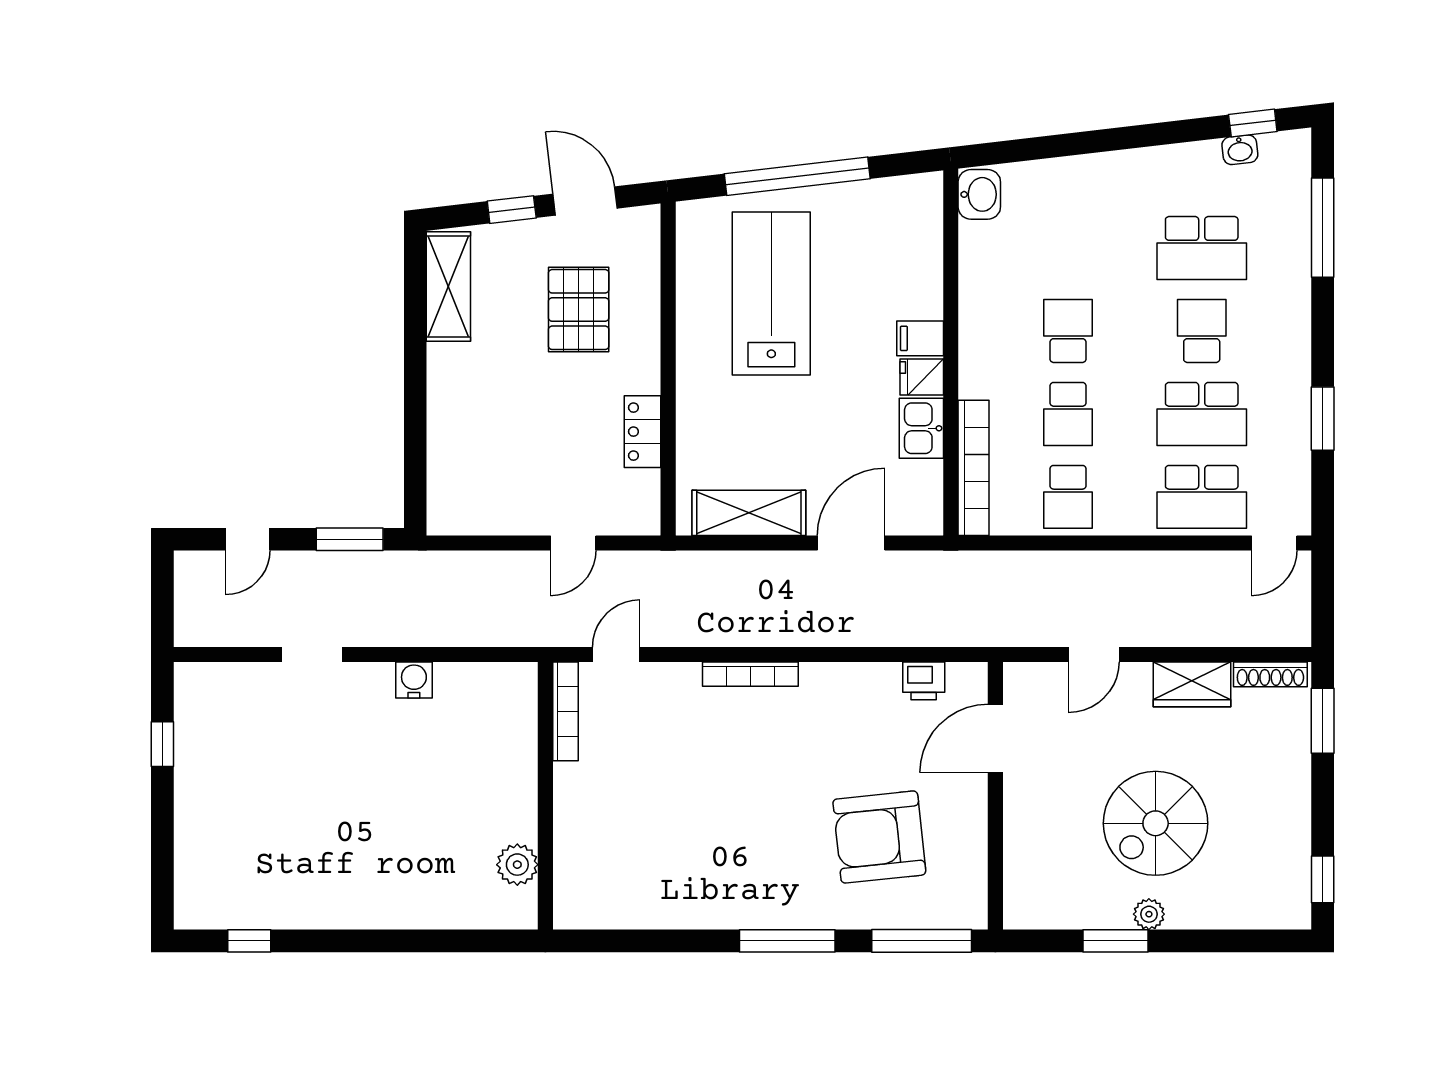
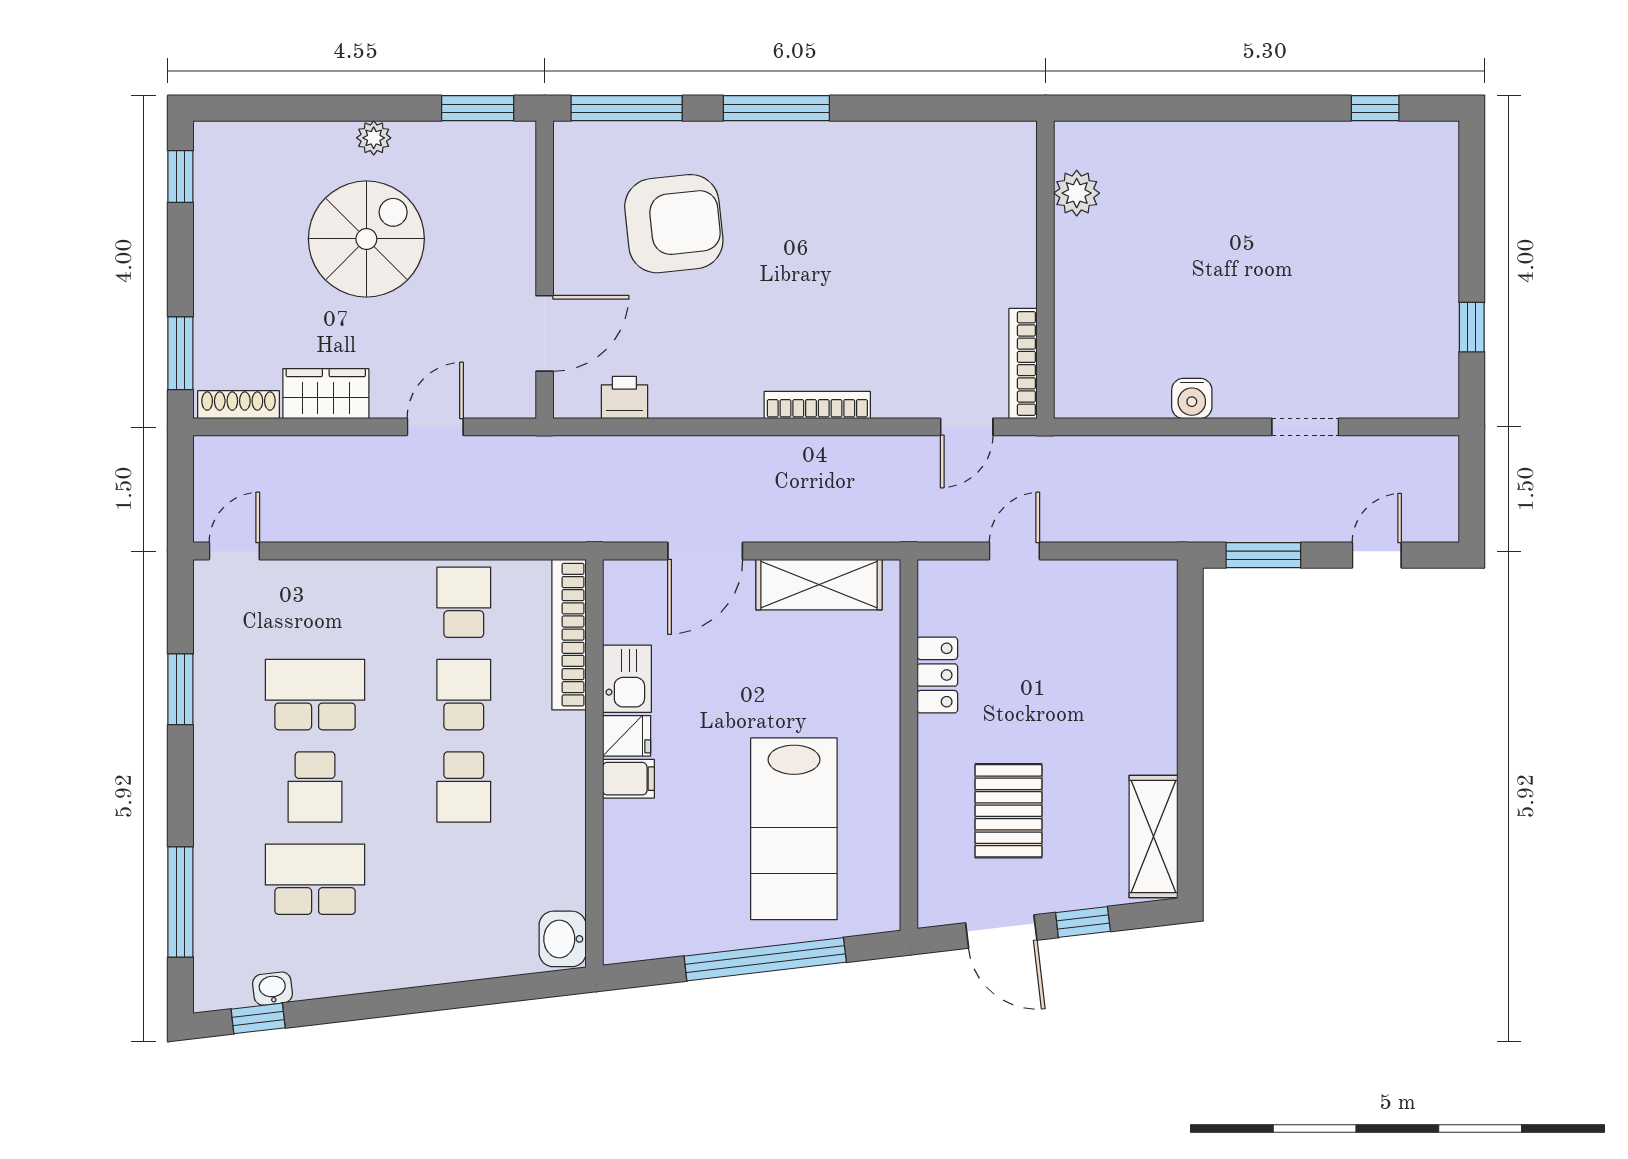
school desk: (1202, 497) -> (315, 602), removed
window: (1115, 941) -> (478, 108), moved

